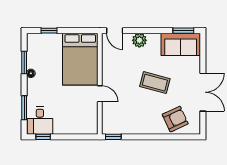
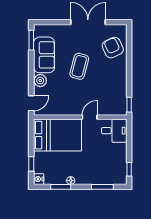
nightstand: (32, 39) -> (39, 179), added
sofa: (181, 44) -> (44, 55), moved
desk: (40, 121) -> (114, 131), moved

